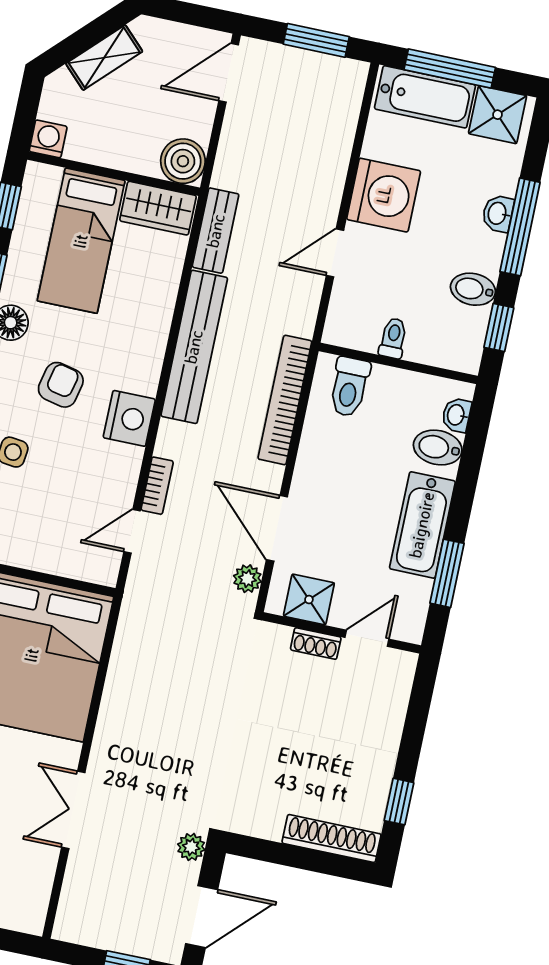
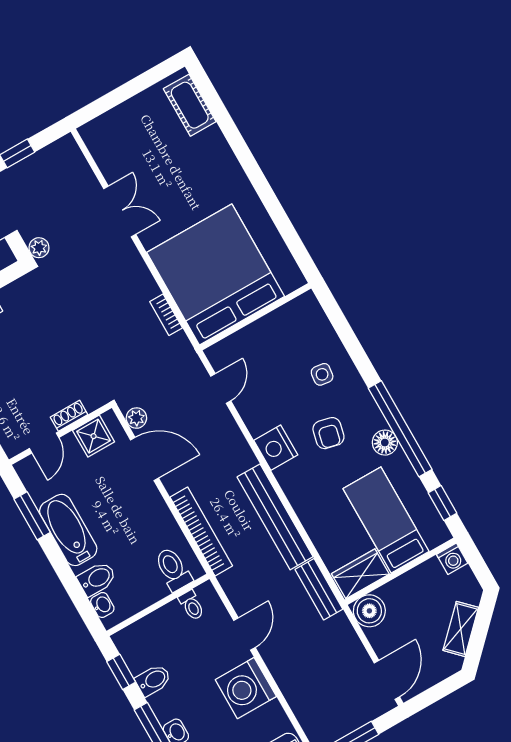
toilet: (393, 338) -> (192, 605), moved
bookcase: (157, 486) -> (166, 315), moved

